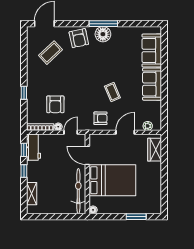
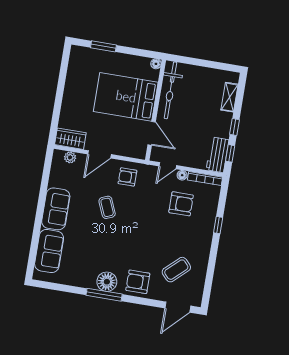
armchair: (79, 38) -> (138, 282), turned -78
armchair: (55, 104) -> (181, 204), turned 90
wardrobe: (155, 150) -> (70, 139), moved, turned -90

